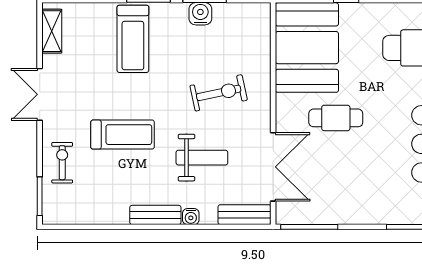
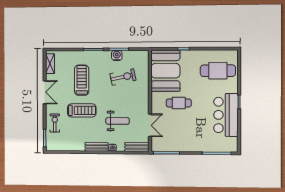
treadmill: (133, 39) -> (82, 80), moved, turned 180
exercise bike: (219, 93) -> (123, 77), moved
double door: (40, 94) -> (45, 92), swing flipped
double door: (273, 167) -> (150, 125), width x0.73

